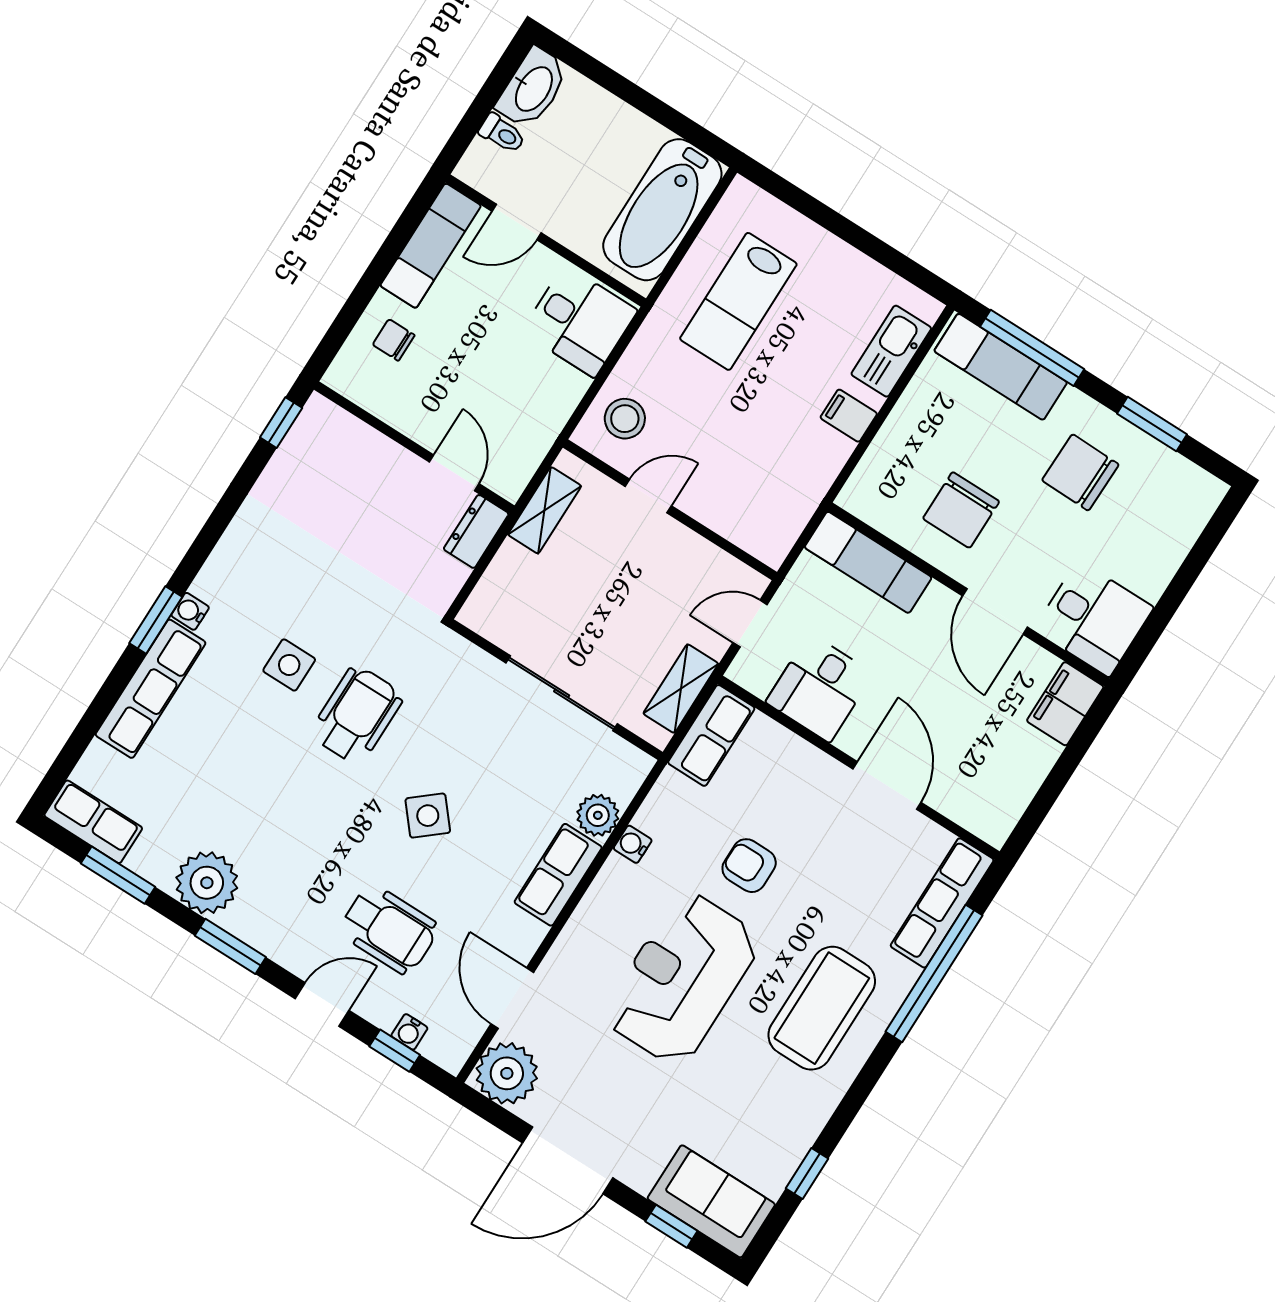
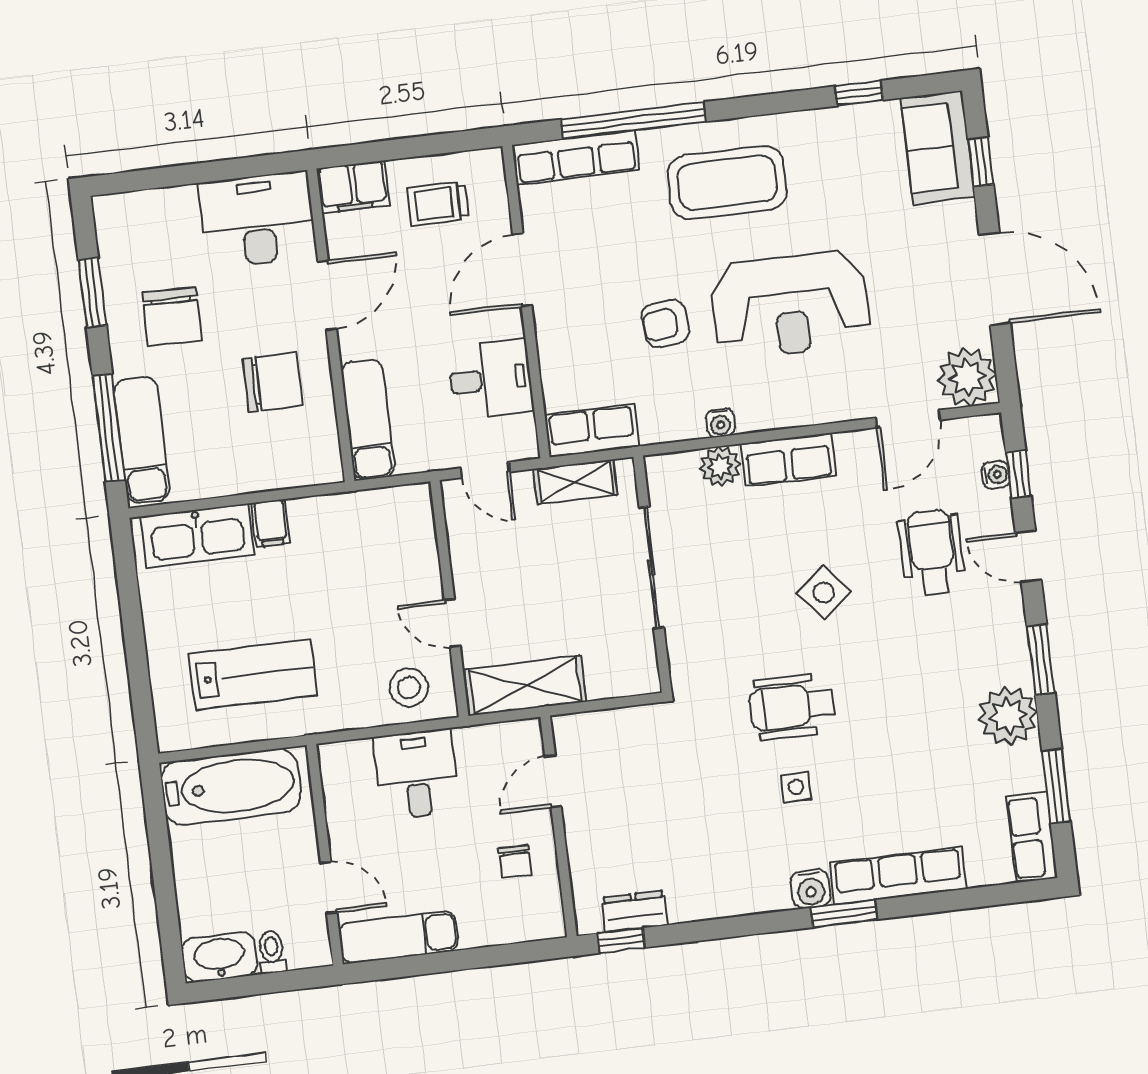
desk: (580, 321) -> (417, 774), moved
chair: (394, 340) -> (515, 862), moved
kitchen sink: (891, 351) -> (197, 536), width x1.36, depth x1.24
shelving: (545, 510) -> (525, 686), width x1.50, depth x1.33
dresser: (476, 531) -> (635, 911), moved, turned 180
water cooler: (190, 611) -> (811, 889), width x1.38, depth x1.38
desk: (1094, 619) -> (257, 219), width x1.37
side table: (289, 665) -> (796, 787), width x0.73, depth x0.73
trolley: (996, 761) -> (438, 204), added
armchair: (749, 866) -> (665, 324), turned 84

